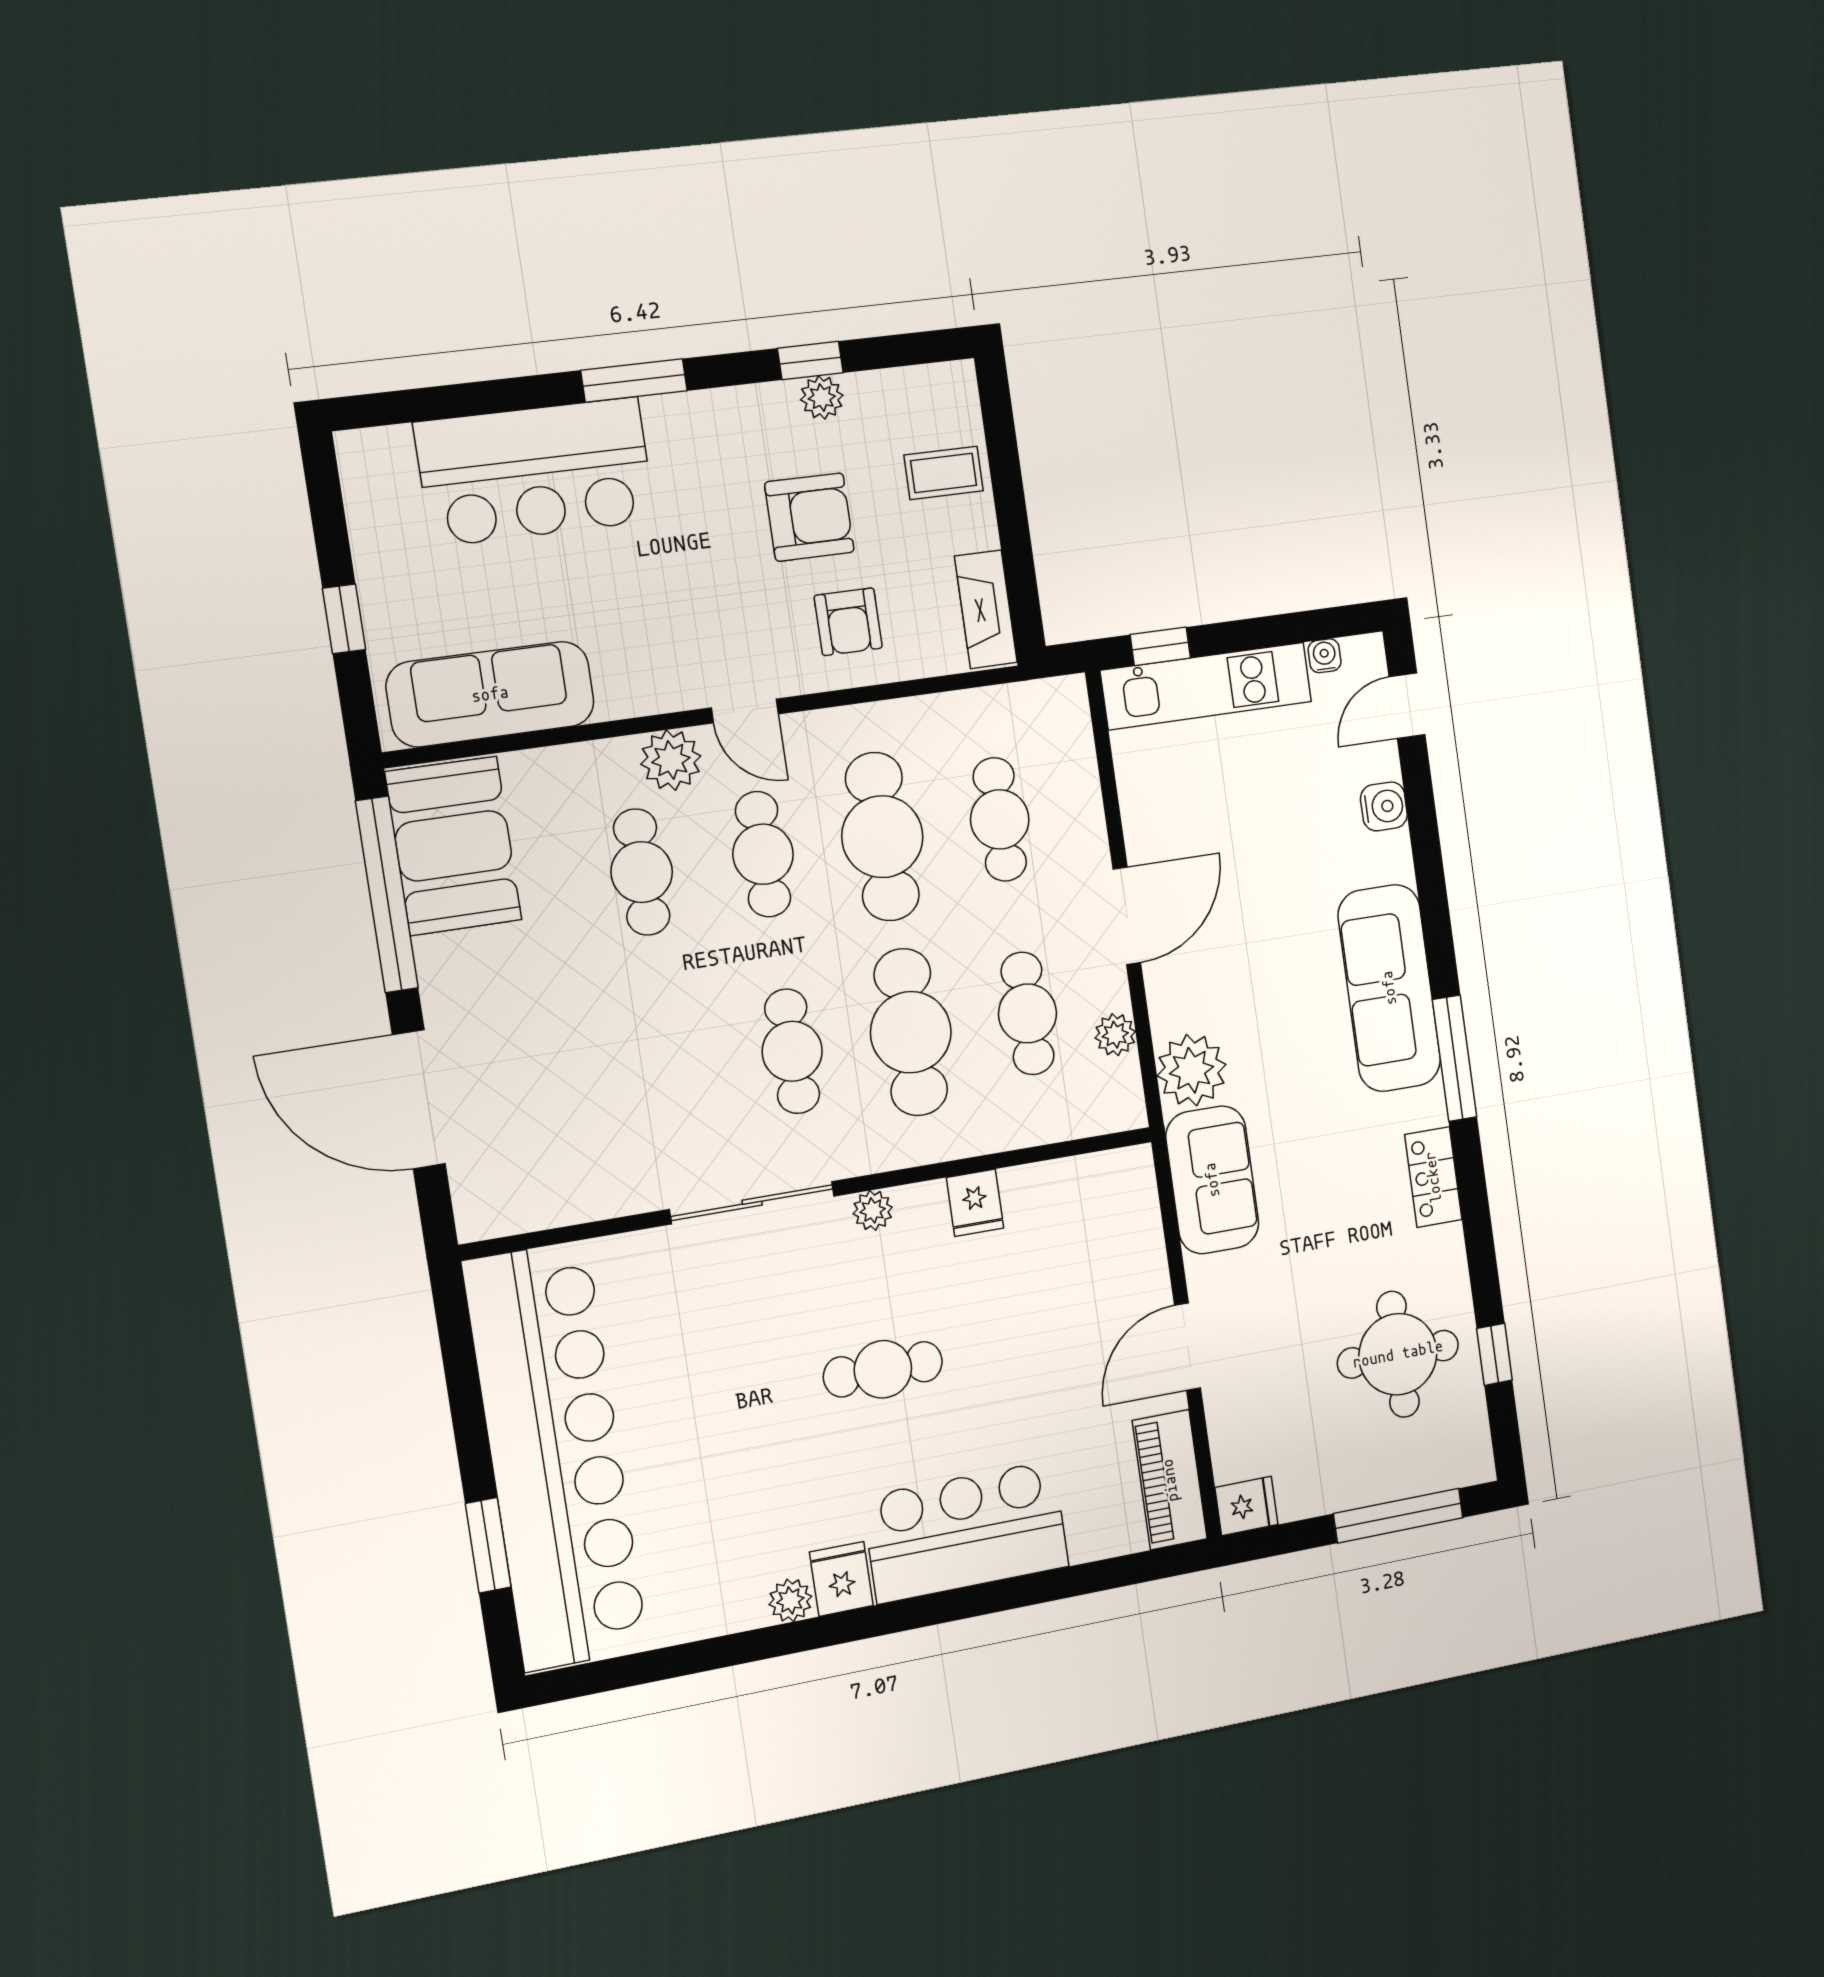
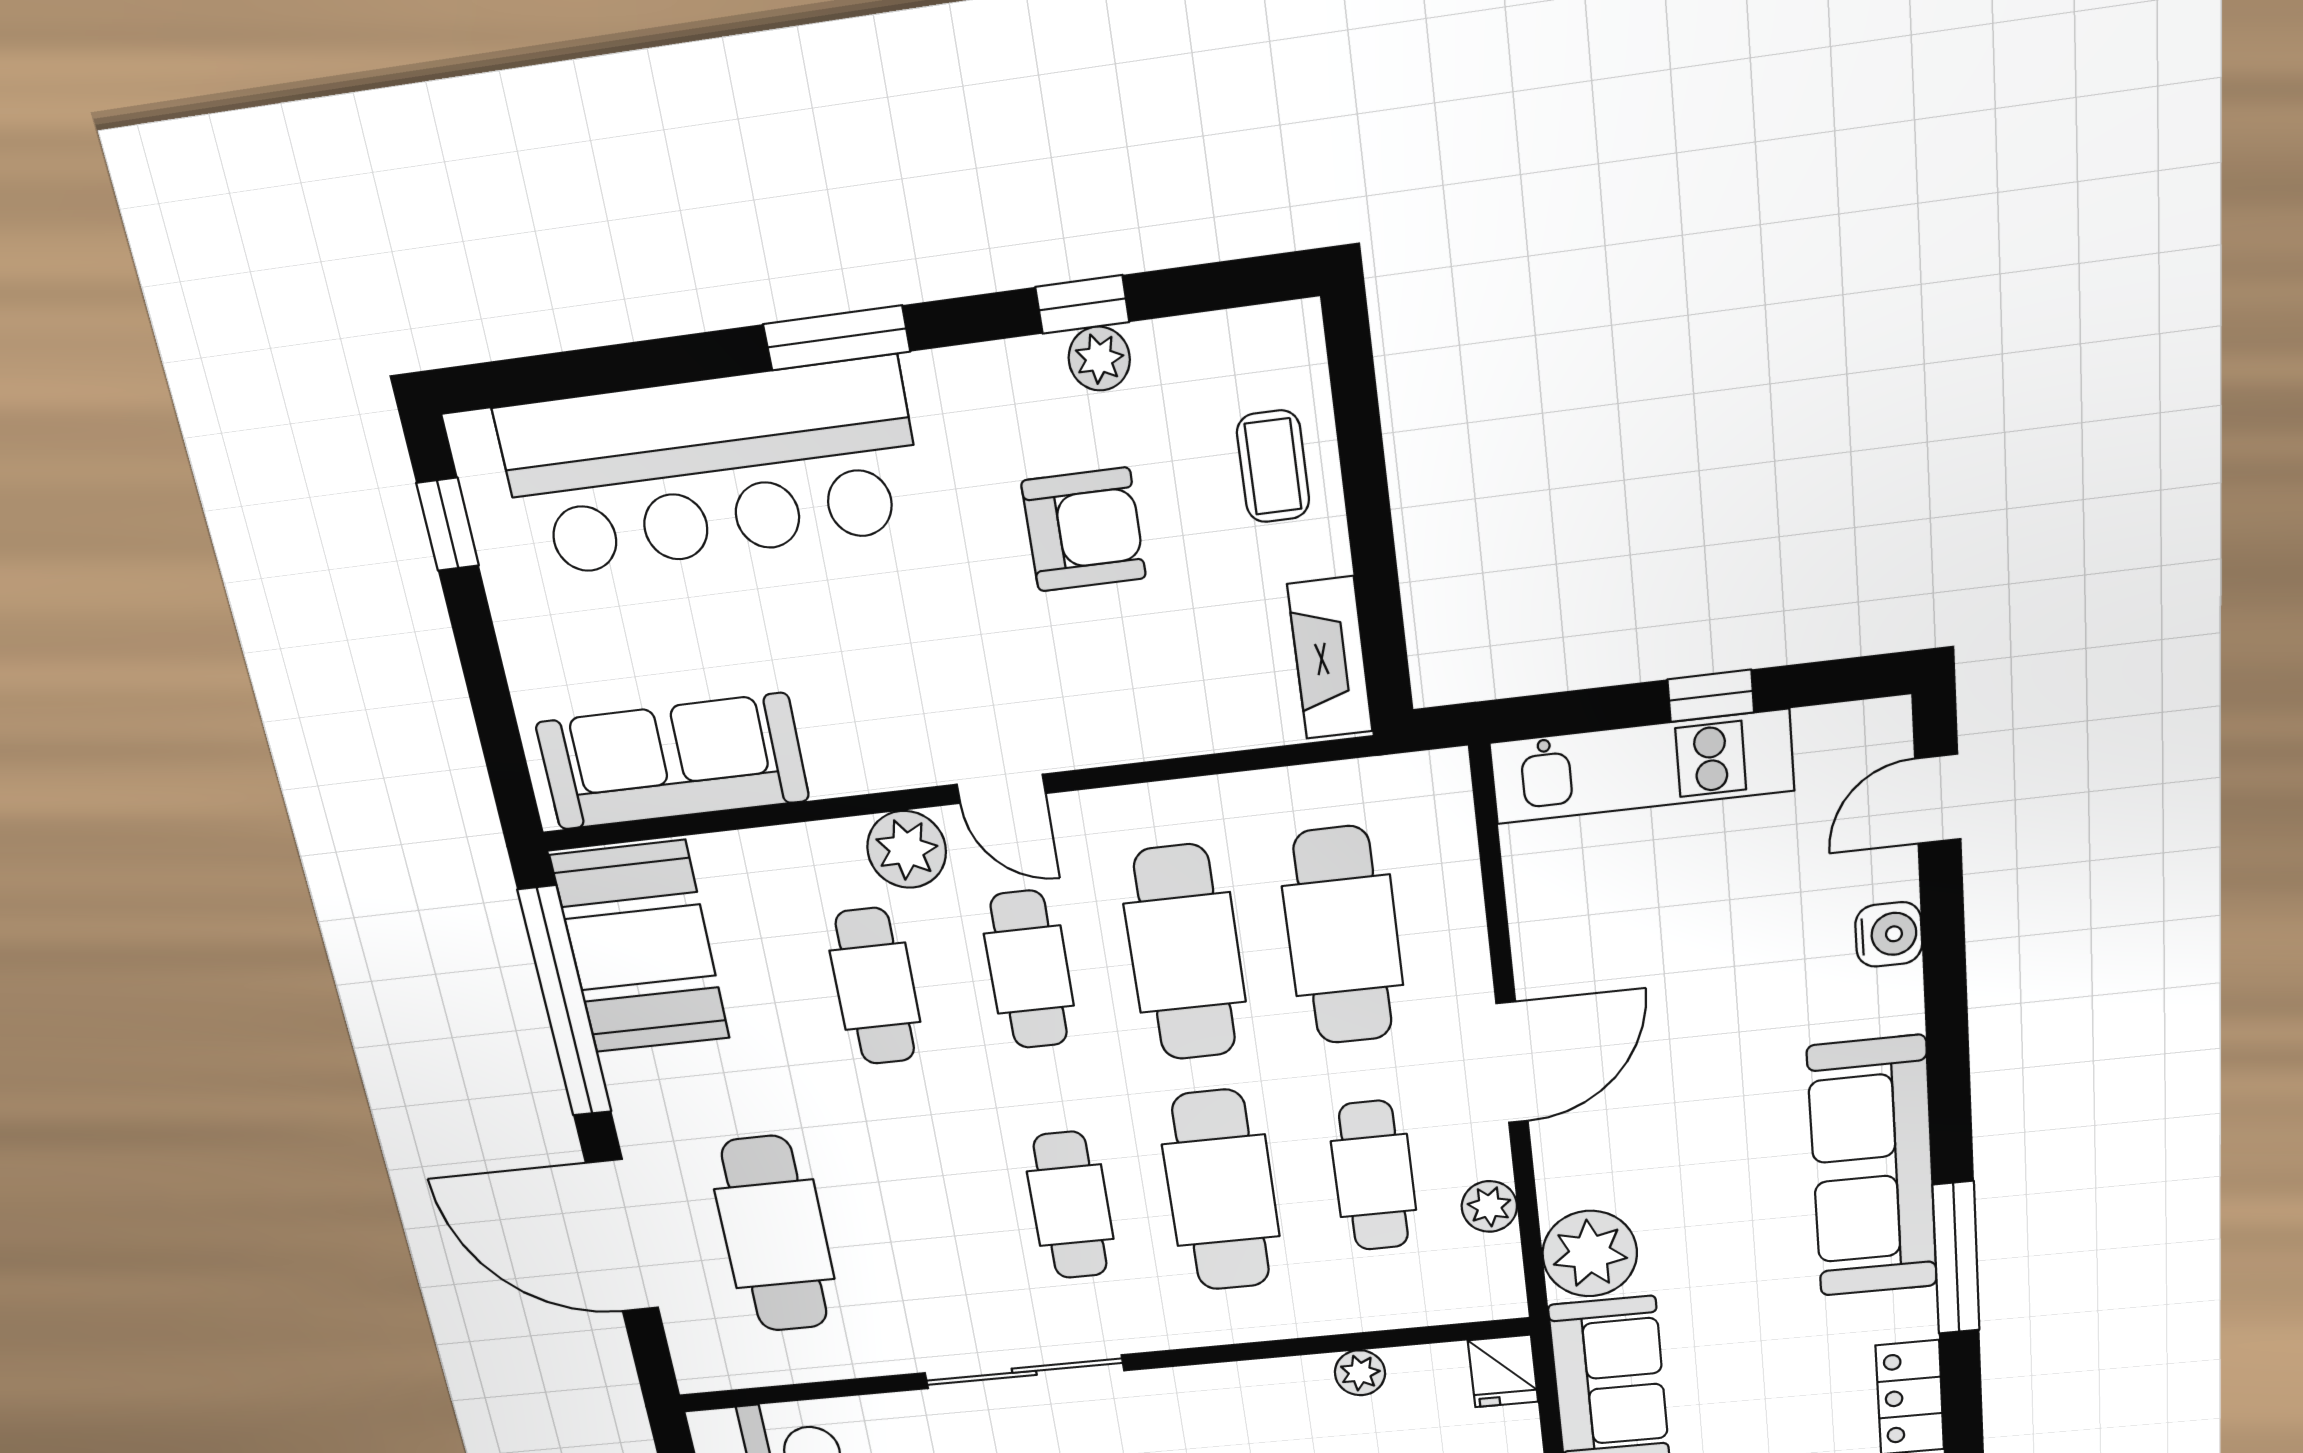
bar counter: (535, 472) -> (711, 468), width x1.36
coffee table: (944, 473) -> (1273, 466), turned 90
window: (344, 619) -> (448, 524), moved
armchair: (848, 622) -> (1138, 673), removed
window: (1160, 646) -> (1711, 696), moved
water cooler: (1325, 656) -> (1820, 728), removed
cafe table: (1000, 819) -> (1343, 936), width x1.37, depth x1.35
cafe table: (549, 1090) -> (775, 1234), added
fridge: (975, 1203) -> (1503, 1371), moved
plant: (873, 1210) -> (1360, 1373), moved

